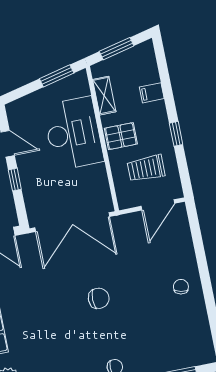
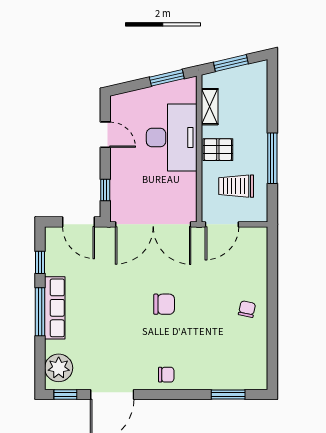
filing cabinet: (152, 93) -> (257, 113), removed
window: (176, 134) -> (272, 158), width x2.17
window: (15, 180) -> (105, 190), moved
door: (158, 205) -> (222, 224), moved

